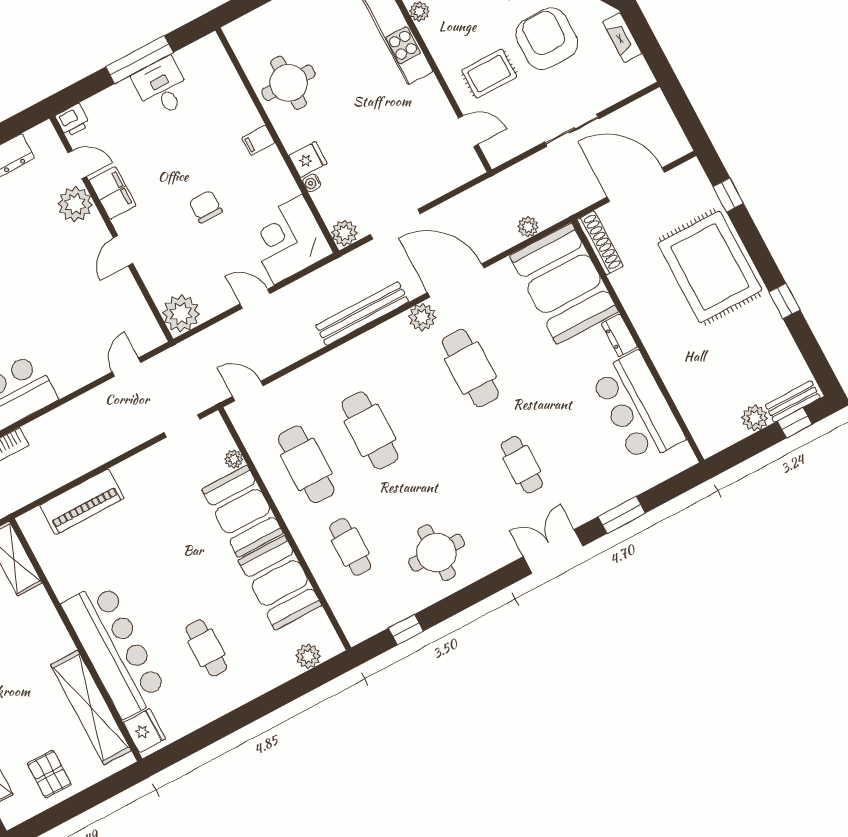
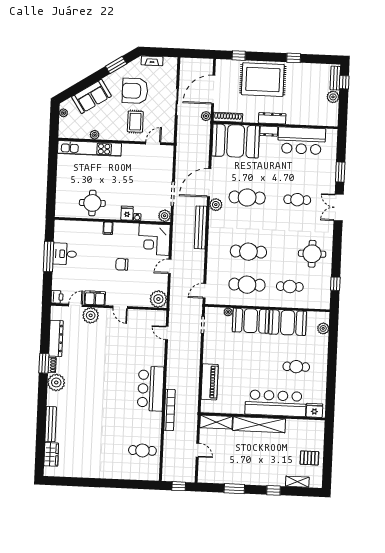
plant: (528, 227) -> (206, 116), moved
dresser: (647, 327) -> (272, 118), added
shelving: (91, 708) -> (259, 425), moved

